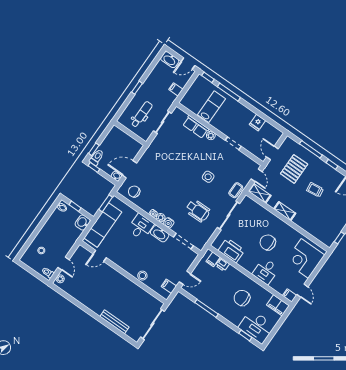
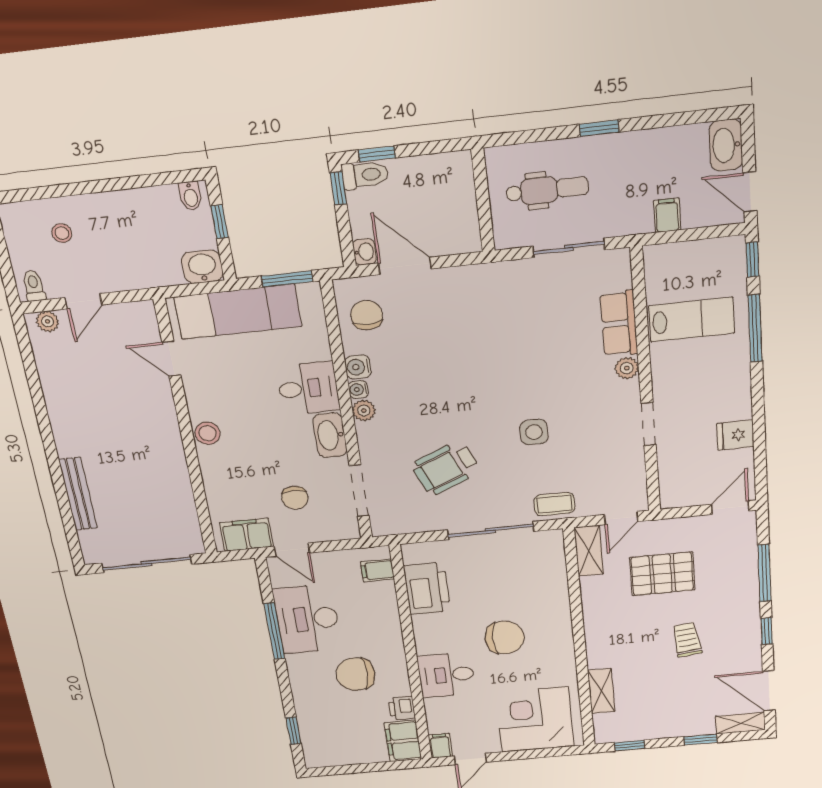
door: (272, 153) -> (730, 508), moved
pallet: (294, 169) -> (662, 574), moved
wheelchair: (198, 211) -> (446, 468), turned 67
shelving: (285, 211) -> (601, 691), moved
water cooler: (169, 223) -> (358, 367), moved
chair: (268, 242) -> (505, 638), turned 90
chair: (170, 261) -> (295, 498), added
printer: (222, 265) -> (402, 708), moved
stool: (142, 276) -> (208, 433), moved
filing cabinet: (169, 286) -> (247, 535), width x2.00
chair: (242, 298) -> (355, 674), turned -90
desk: (257, 327) -> (307, 619), moved

